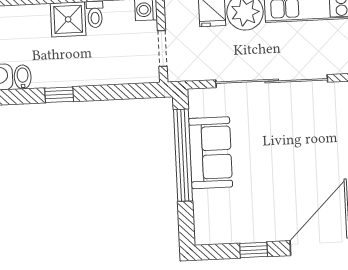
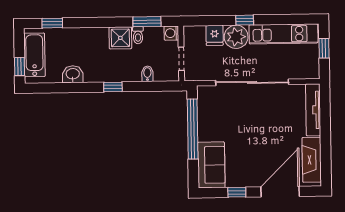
bidet: (23, 77) -> (147, 74), moved
sofa: (211, 153) -> (211, 165), moved

